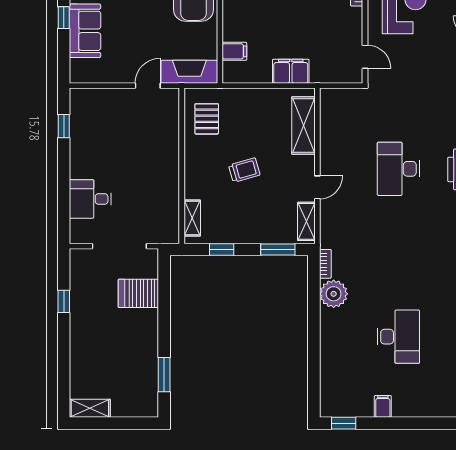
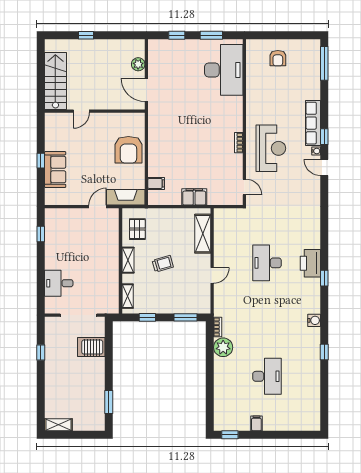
shelving: (306, 221) -> (128, 260), moved

